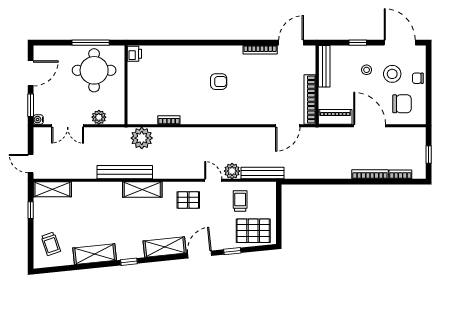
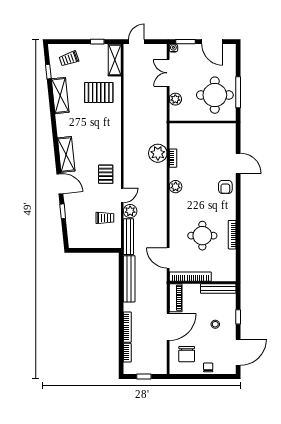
door: (291, 43) -> (238, 163), moved
printer: (134, 54) -> (229, 129), removed
stool: (392, 74) -> (212, 346), removed
armchair: (219, 82) -> (225, 187), moved
round table: (261, 85) -> (202, 236), added
plant: (203, 117) -> (176, 187), added
plant: (142, 138) -> (158, 153), moved
bench: (125, 172) -> (129, 279), moved
shelving: (142, 190) -> (115, 136), removed
pallet: (253, 231) -> (99, 92), moved, turned 90
window: (129, 262) -> (48, 72), moved

